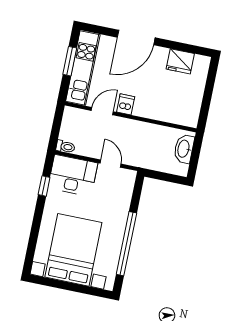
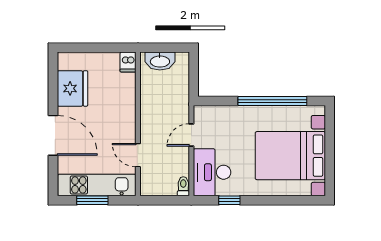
fridge: (180, 61) -> (72, 88), width x1.36, depth x1.34
dishwasher: (126, 104) -> (128, 62), moved, turned -90

